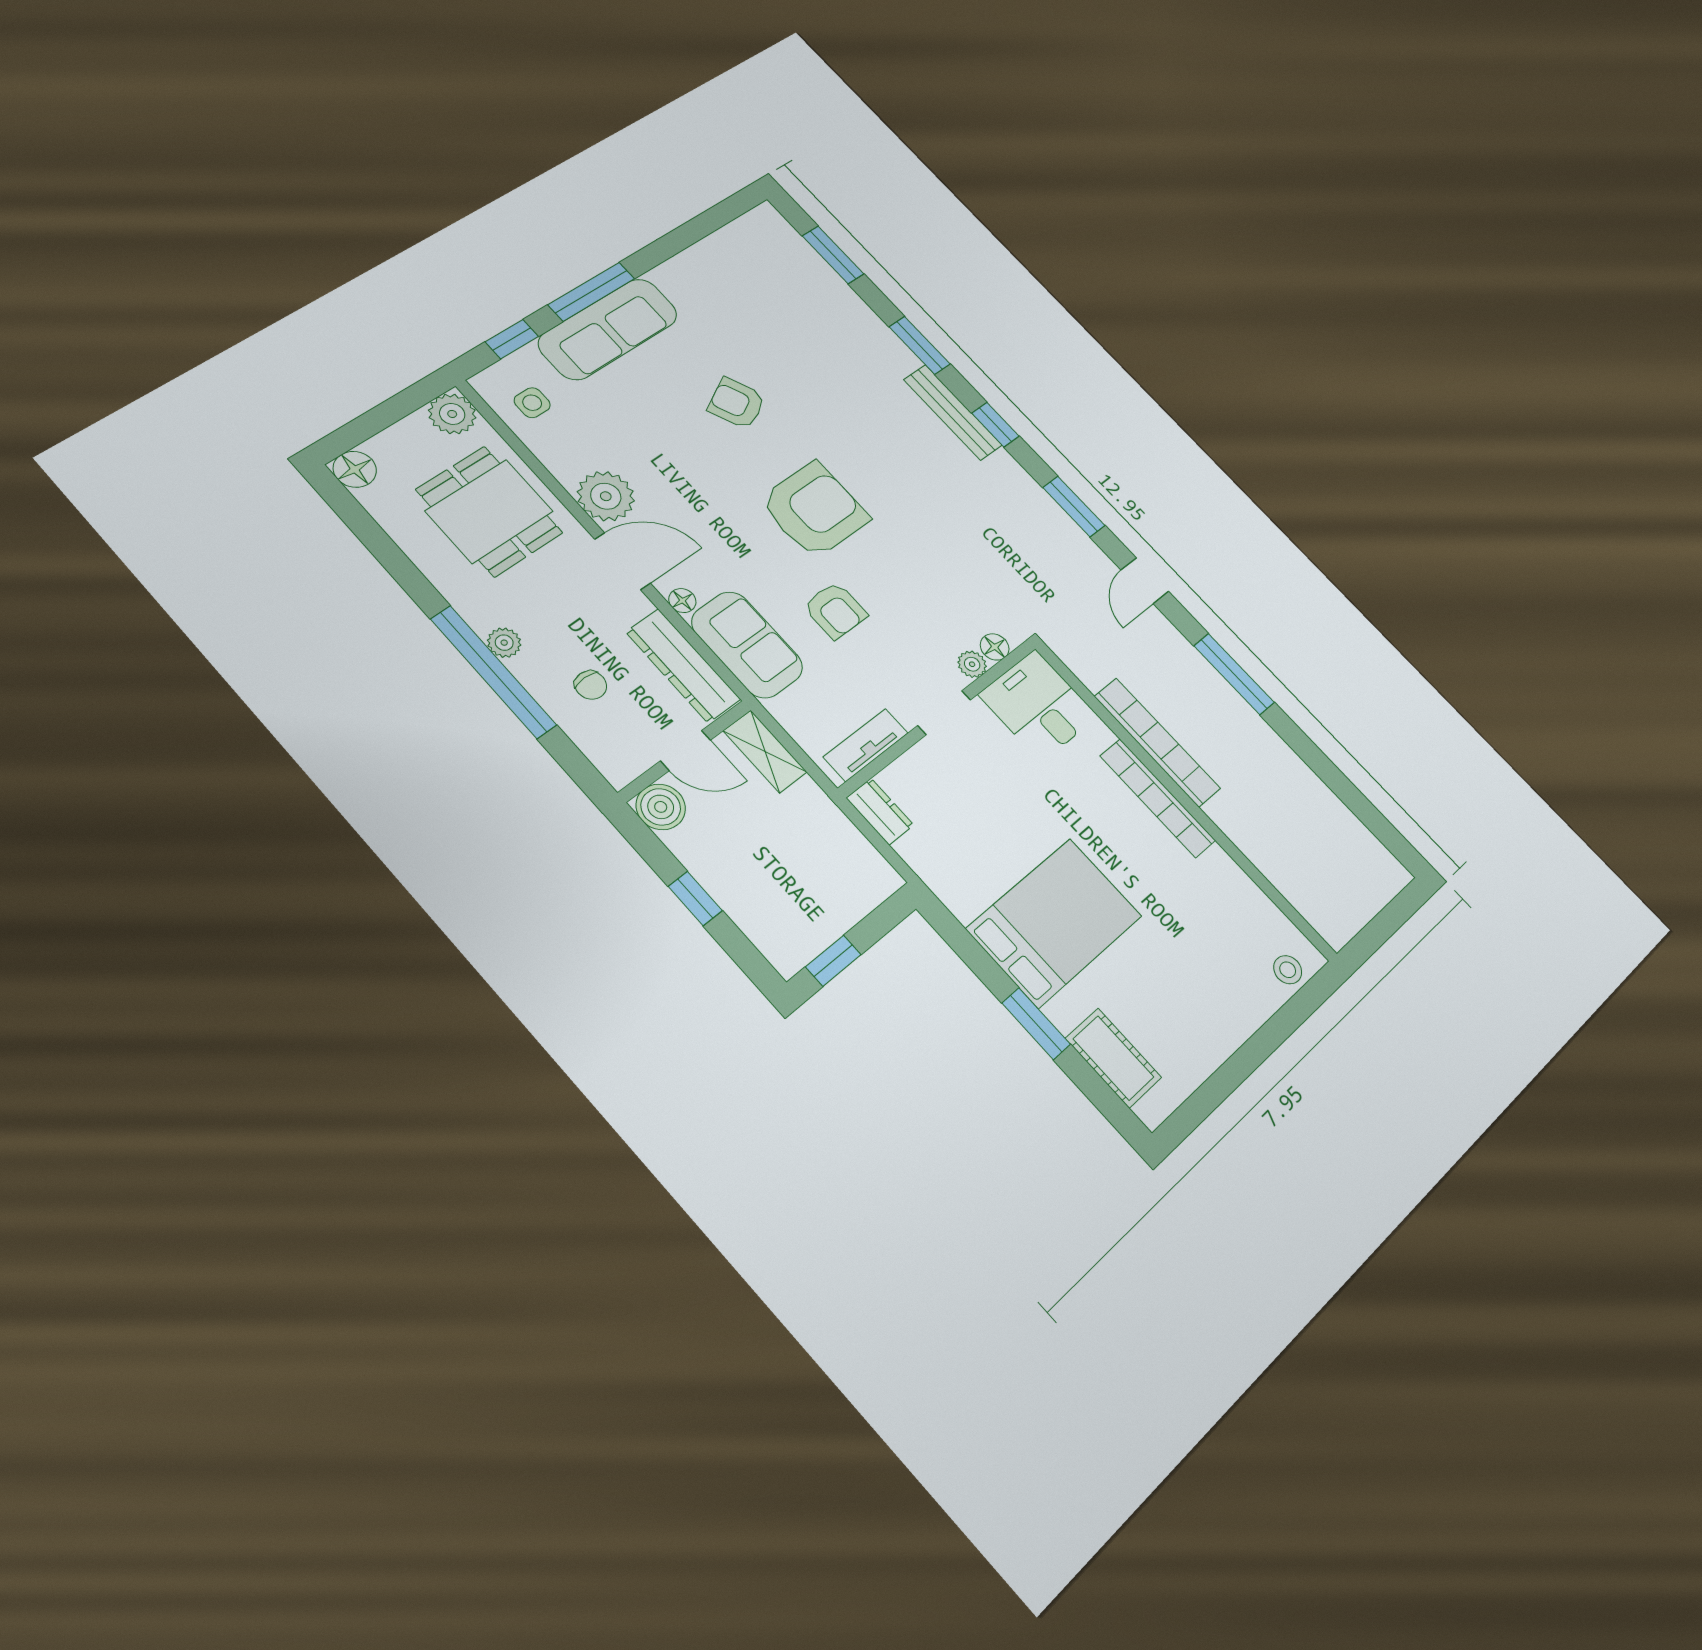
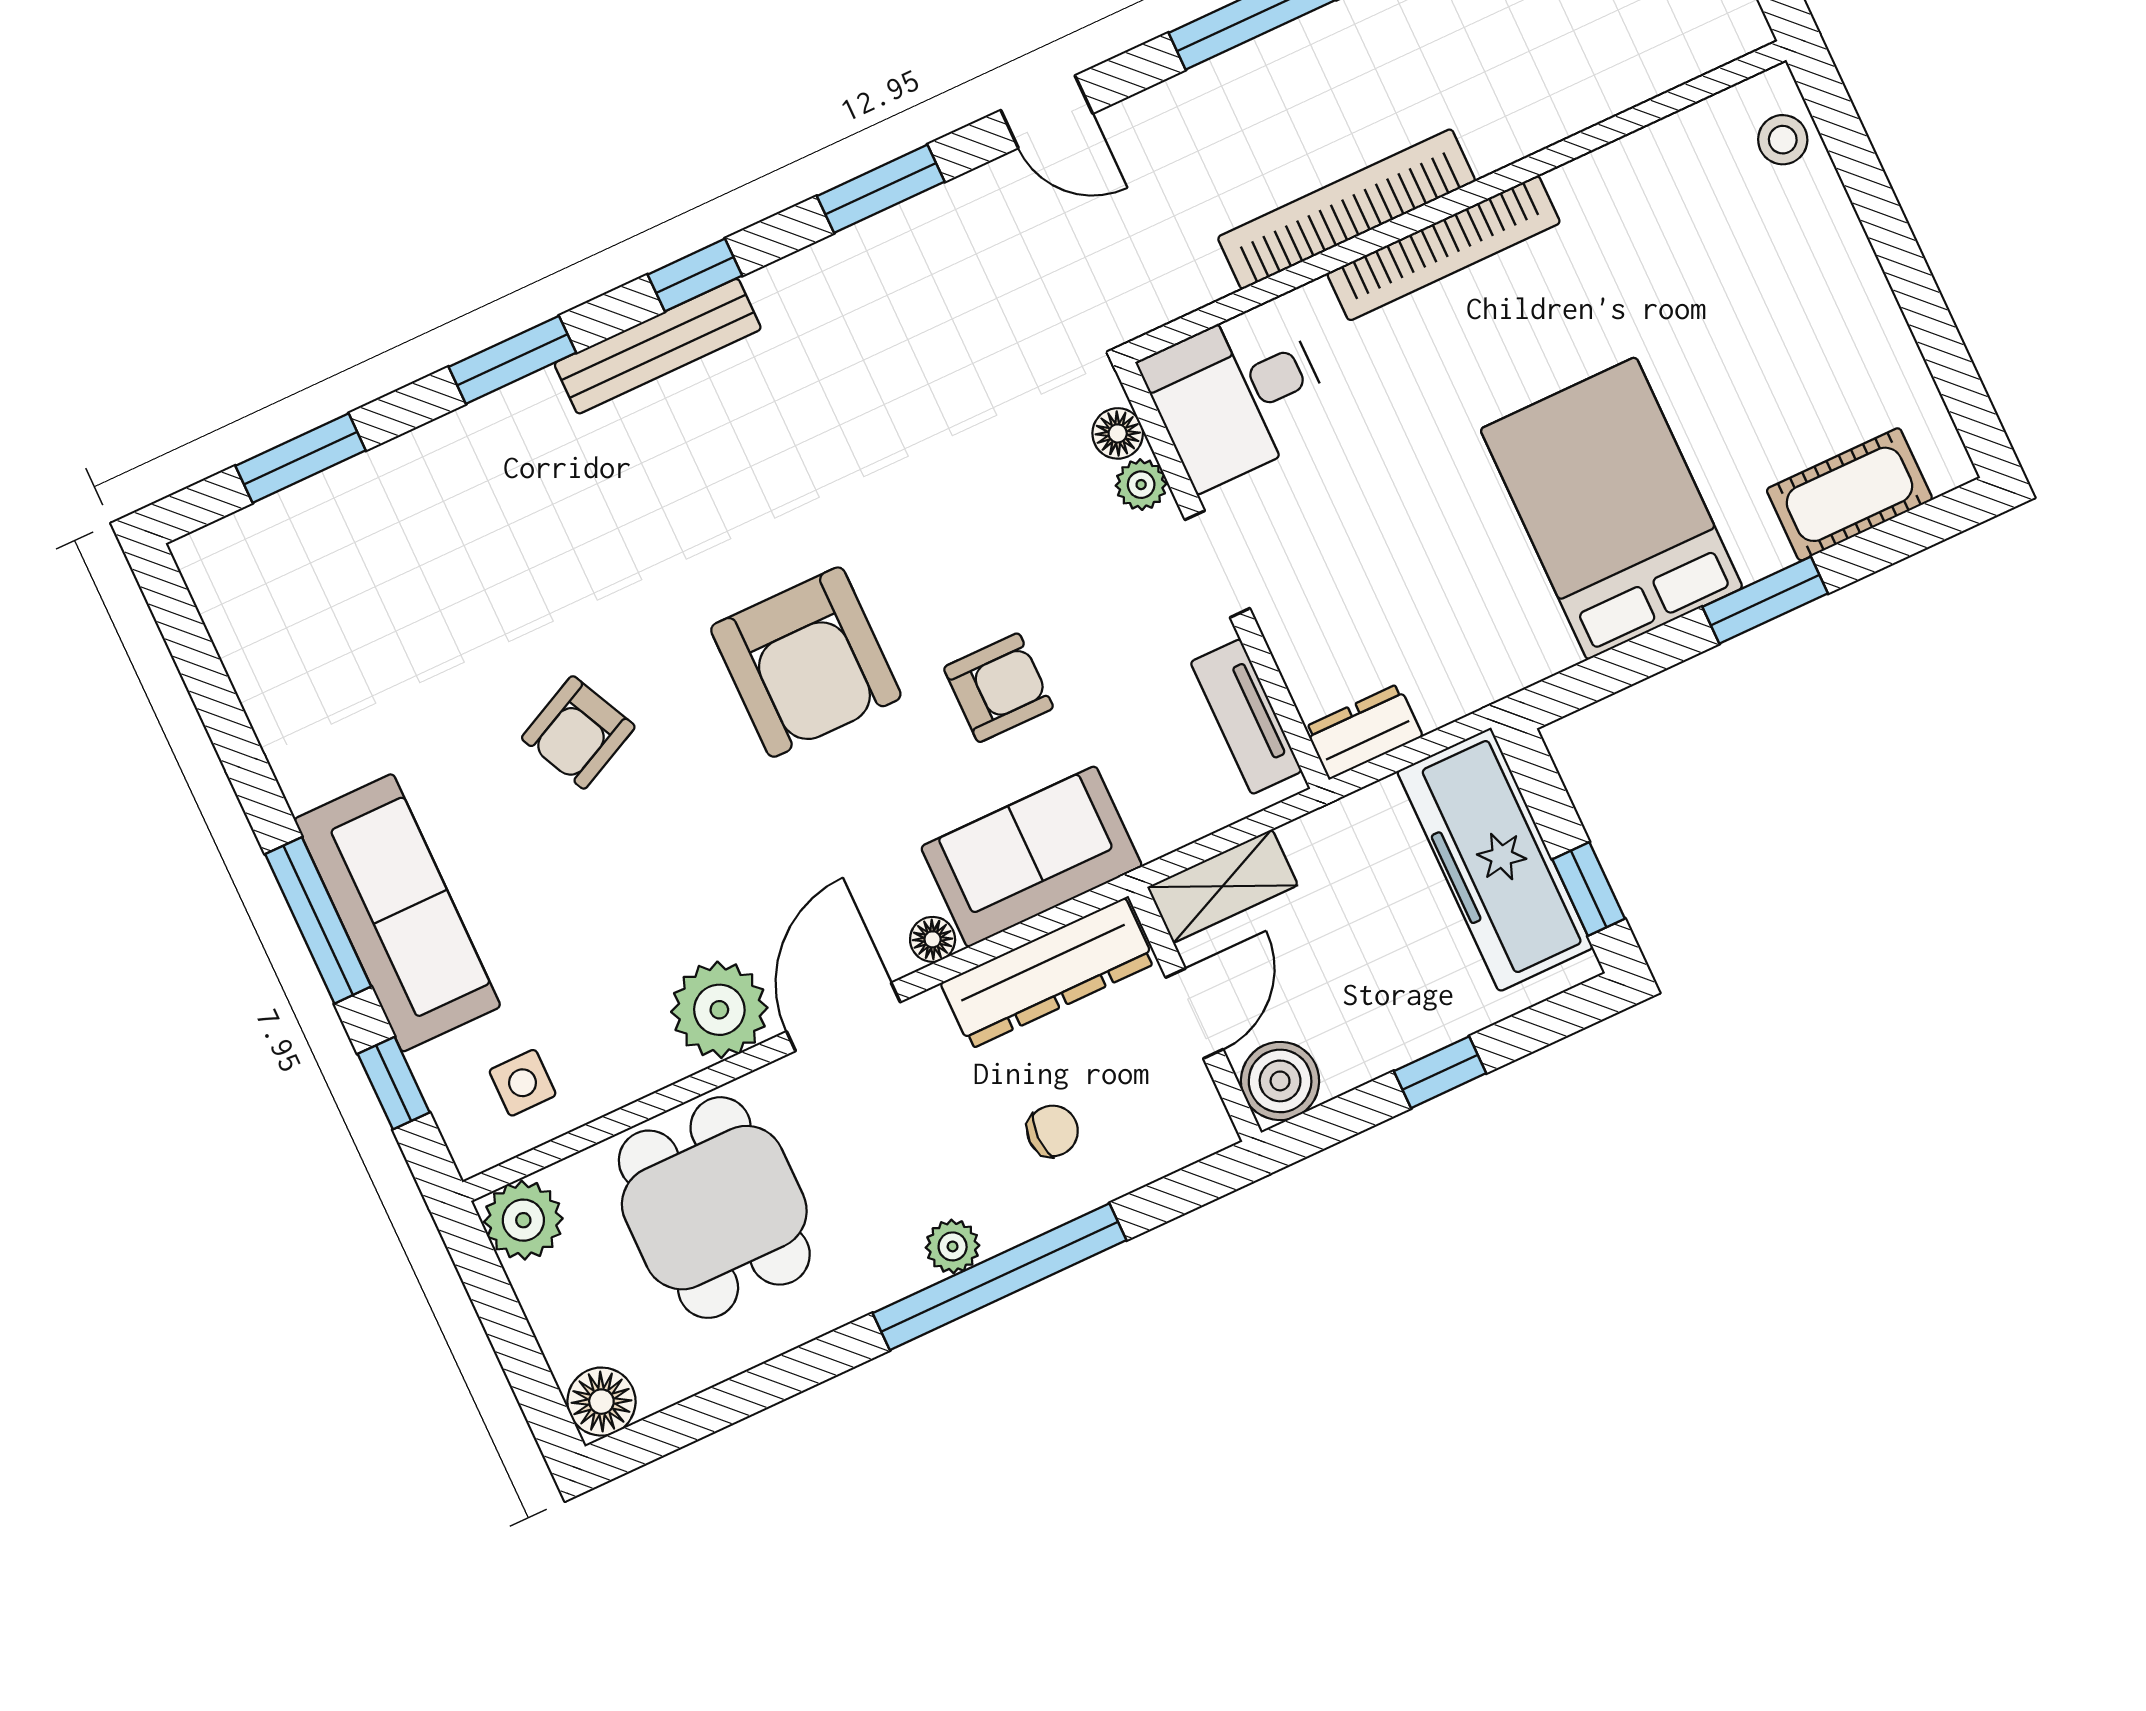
armchair: (814, 510) -> (806, 662), turned 180
dining table: (489, 511) -> (714, 1208), turned 90
freezer: (832, 902) -> (1495, 860), added

